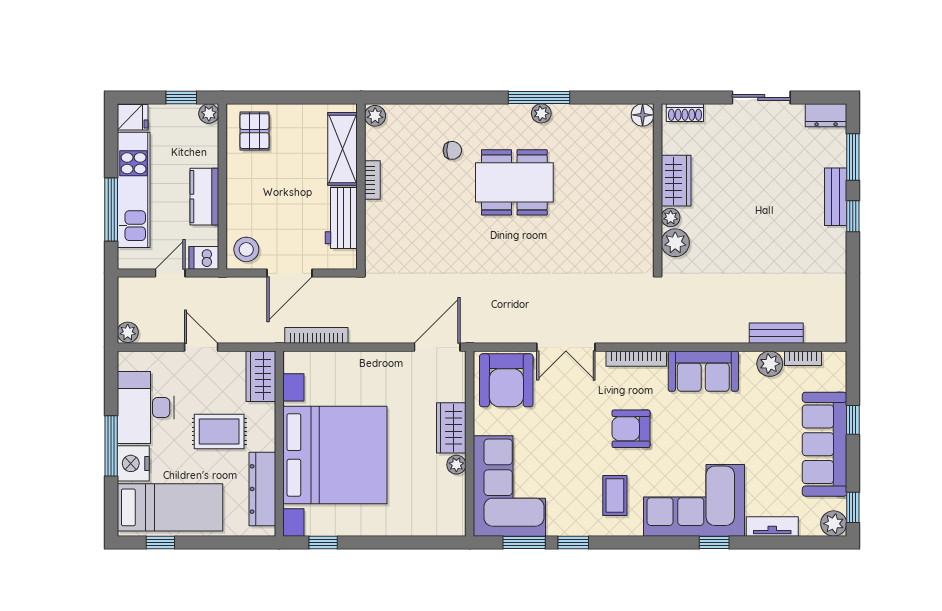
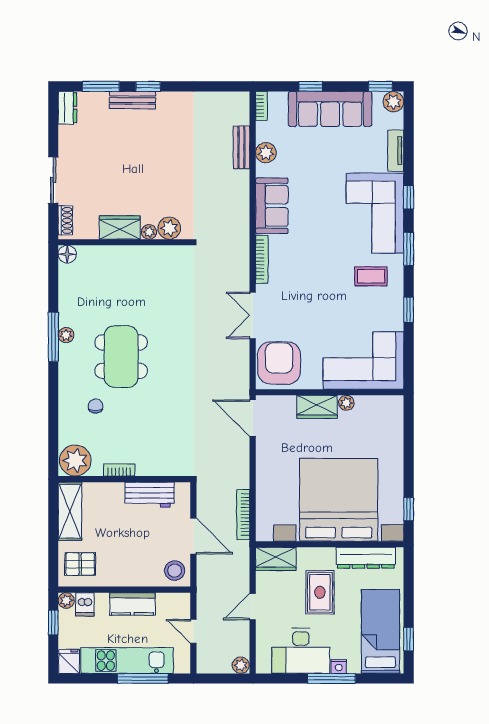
sliding door: (761, 97) -> (53, 180), moved
plant: (375, 116) -> (75, 461), width x1.88, depth x1.88
shelving: (343, 149) -> (70, 511), moved, turned 90
dishwasher: (204, 258) -> (85, 604), moved
double door: (566, 347) -> (253, 315), swing flipped
bookcase: (803, 358) -> (261, 106), moved
armchair: (506, 380) -> (279, 363), turned -90
armchair: (631, 429) -> (318, 263), removed
nightstand: (133, 463) -> (339, 666), width x0.53, depth x0.56
window: (524, 543) -> (409, 249), moved

